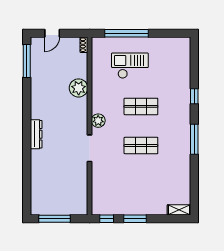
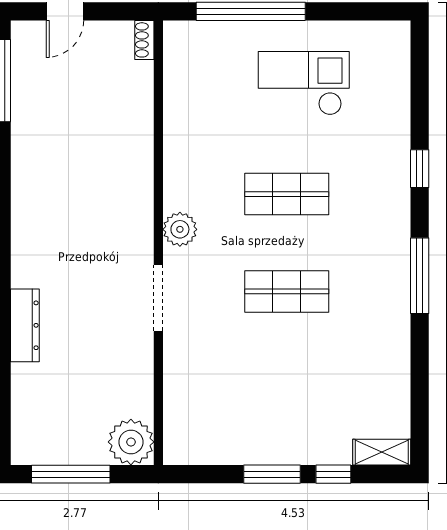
checkout: (130, 66) -> (304, 83), moved
plant: (79, 88) -> (131, 442), moved
dresser: (36, 134) -> (25, 325), moved
window: (107, 219) -> (333, 474), moved

